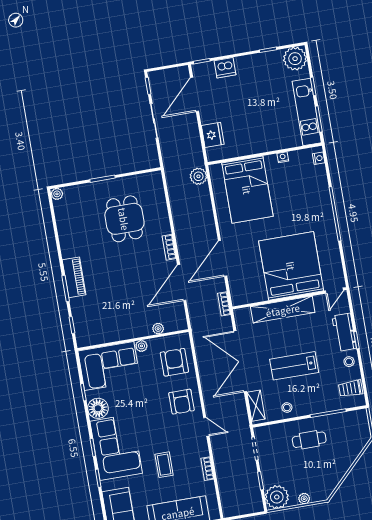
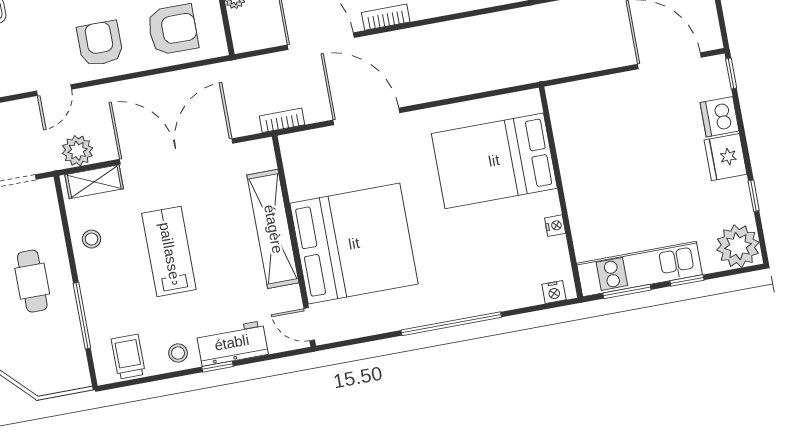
fridge: (213, 135) -> (725, 157), moved, turned 90
plant: (198, 176) -> (77, 151), moved
armchair: (181, 402) -> (100, 44), turned 90

